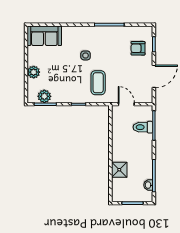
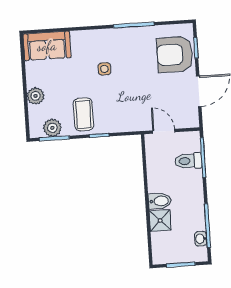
armchair: (138, 48) -> (175, 55), width x1.88, depth x1.88
coffee table: (98, 83) -> (83, 114), moved
bidet: (120, 155) -> (160, 201), added

